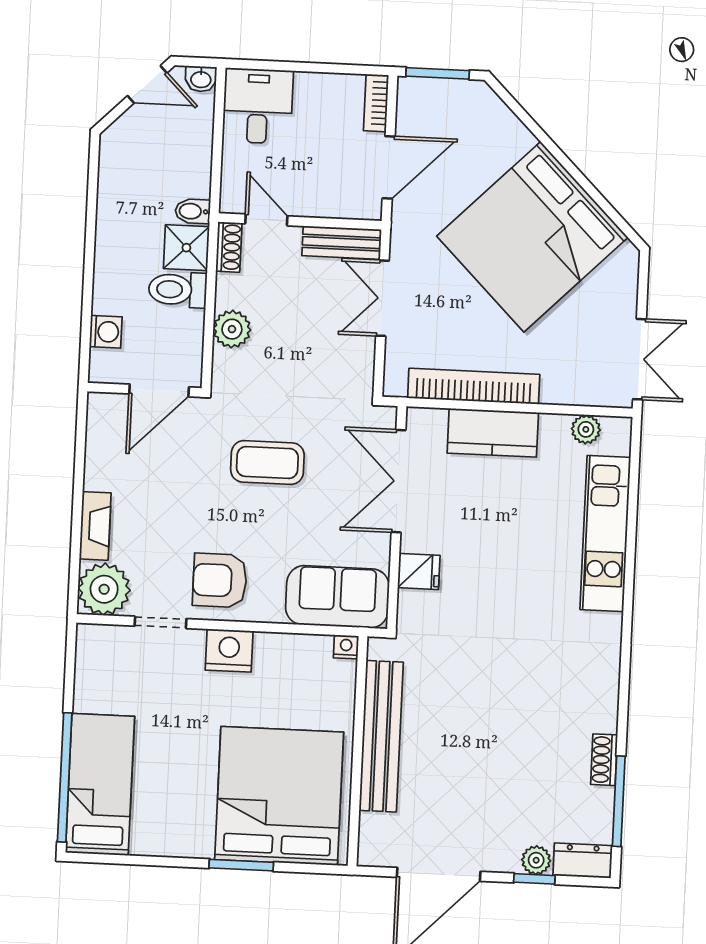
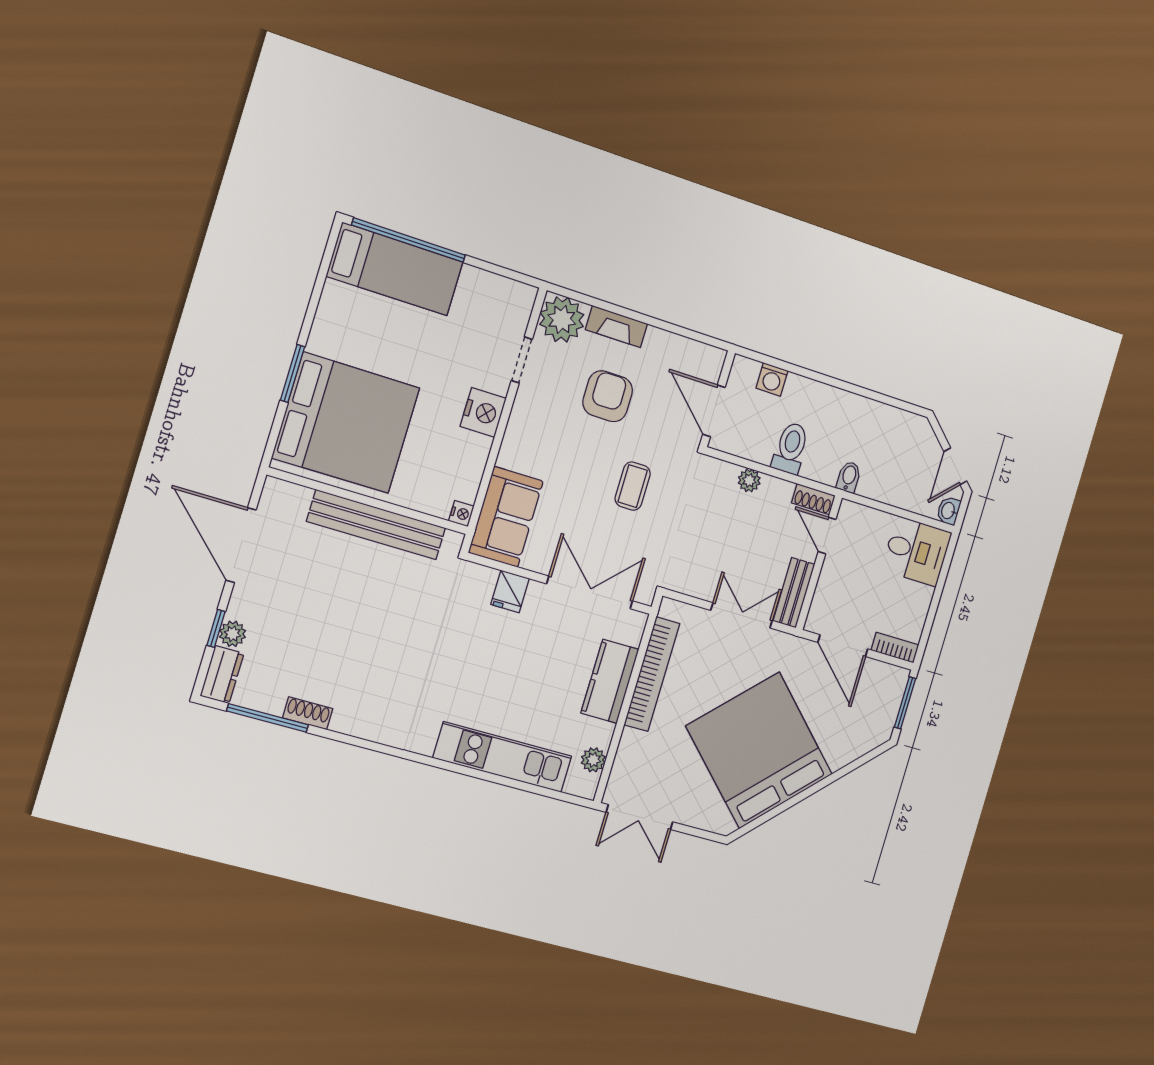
door: (266, 220) -> (827, 535), swing flipped
shower: (186, 248) -> (822, 464), removed
plant: (232, 329) -> (749, 480), width x0.73, depth x0.73
coffee table: (267, 462) -> (633, 486), width x0.73, depth x0.77
armchair: (220, 580) -> (608, 396), moved

